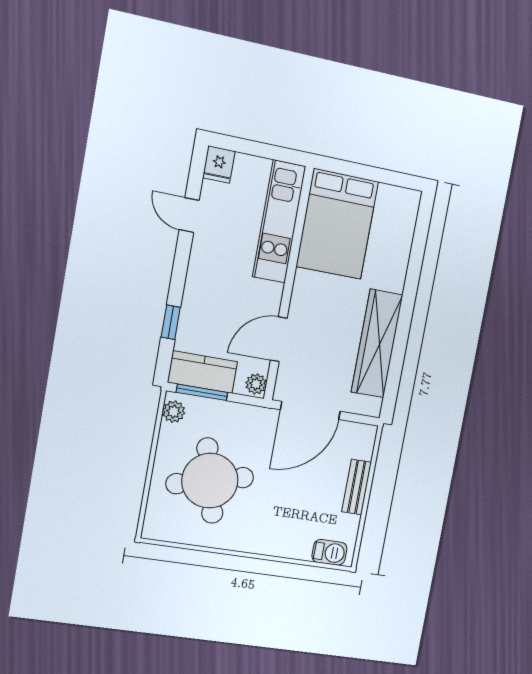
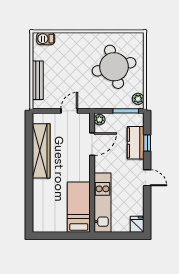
door: (189, 215) -> (147, 178), moved
bed: (337, 224) -> (79, 207), width x0.67
kitchen counter: (203, 372) -> (136, 143), moved, turned 90
door: (310, 410) -> (69, 111), width x0.53
bench: (357, 487) -> (38, 80), width x1.36

